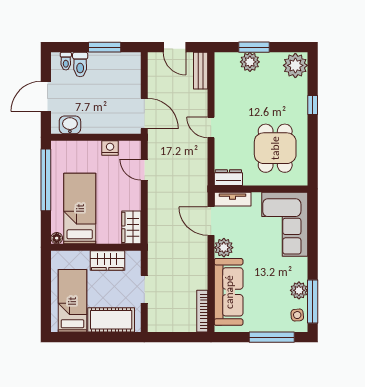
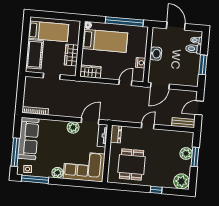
washbasin: (70, 125) -> (156, 54), moved
dining table: (275, 148) -> (132, 164), turned 90
plant: (299, 290) -> (57, 173), moved
sofa: (229, 292) -> (28, 138), moved, turned -90

